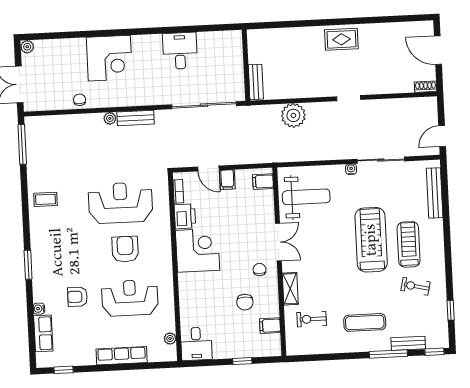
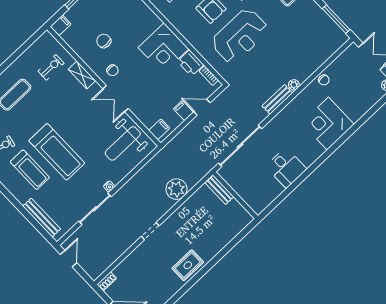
filing cabinet: (270, 326) -> (61, 25), moved

